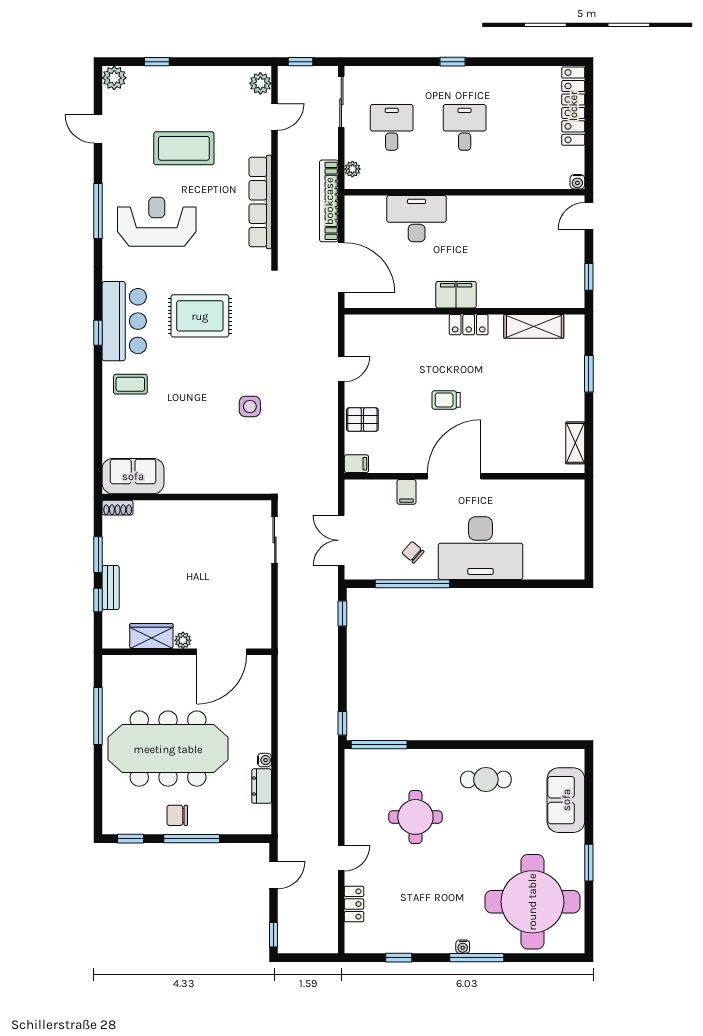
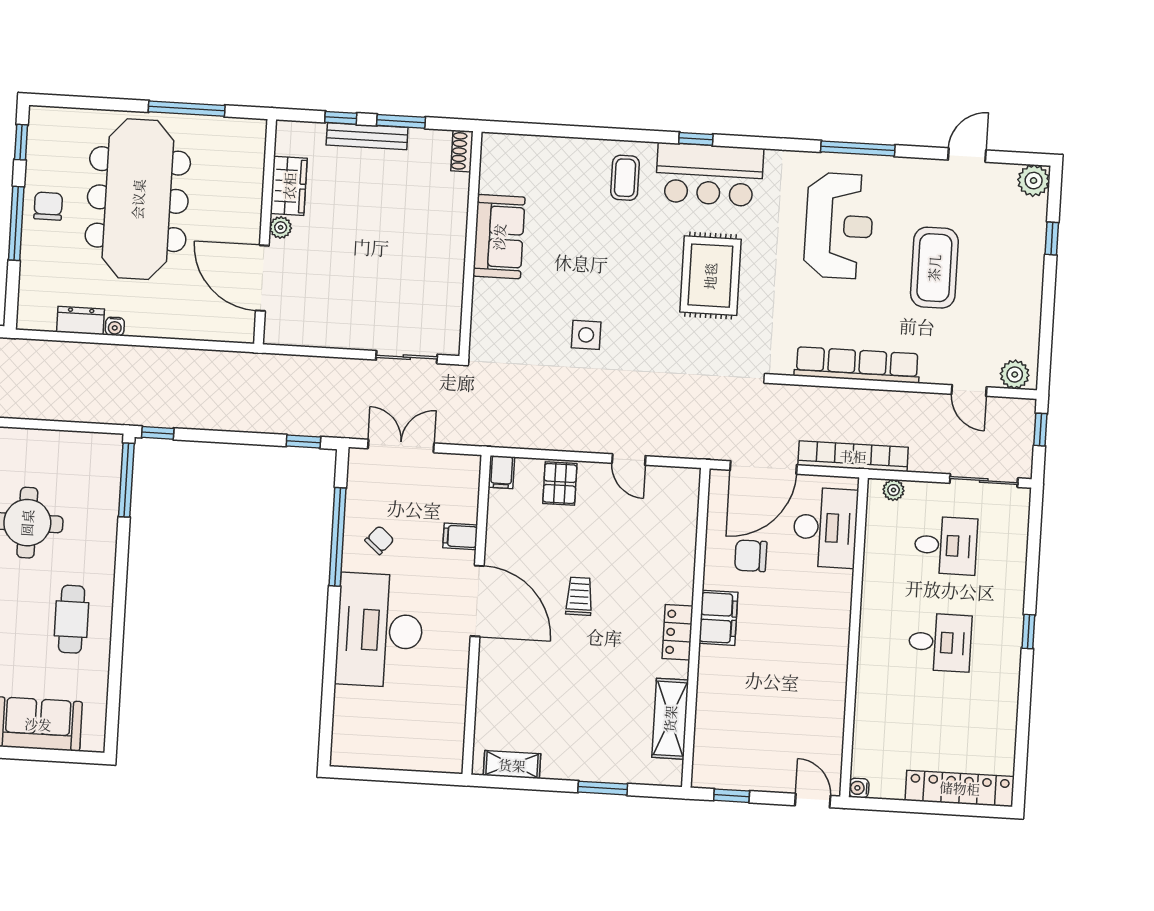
desk: (417, 219) -> (825, 528), moved
chair: (408, 273) -> (751, 556), added
sofa: (133, 476) -> (499, 237), moved
bench: (111, 588) -> (367, 136), width x1.36

